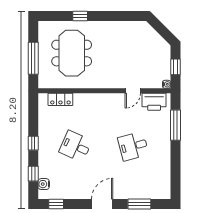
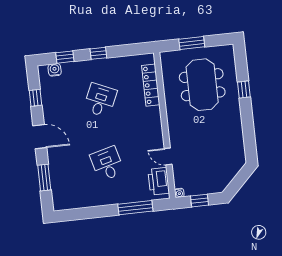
meeting table: (72, 53) -> (202, 85), turned 90
window: (33, 58) -> (192, 43), width x0.69
locker: (60, 99) -> (151, 85), width x1.53
window: (56, 204) -> (35, 98), moved

